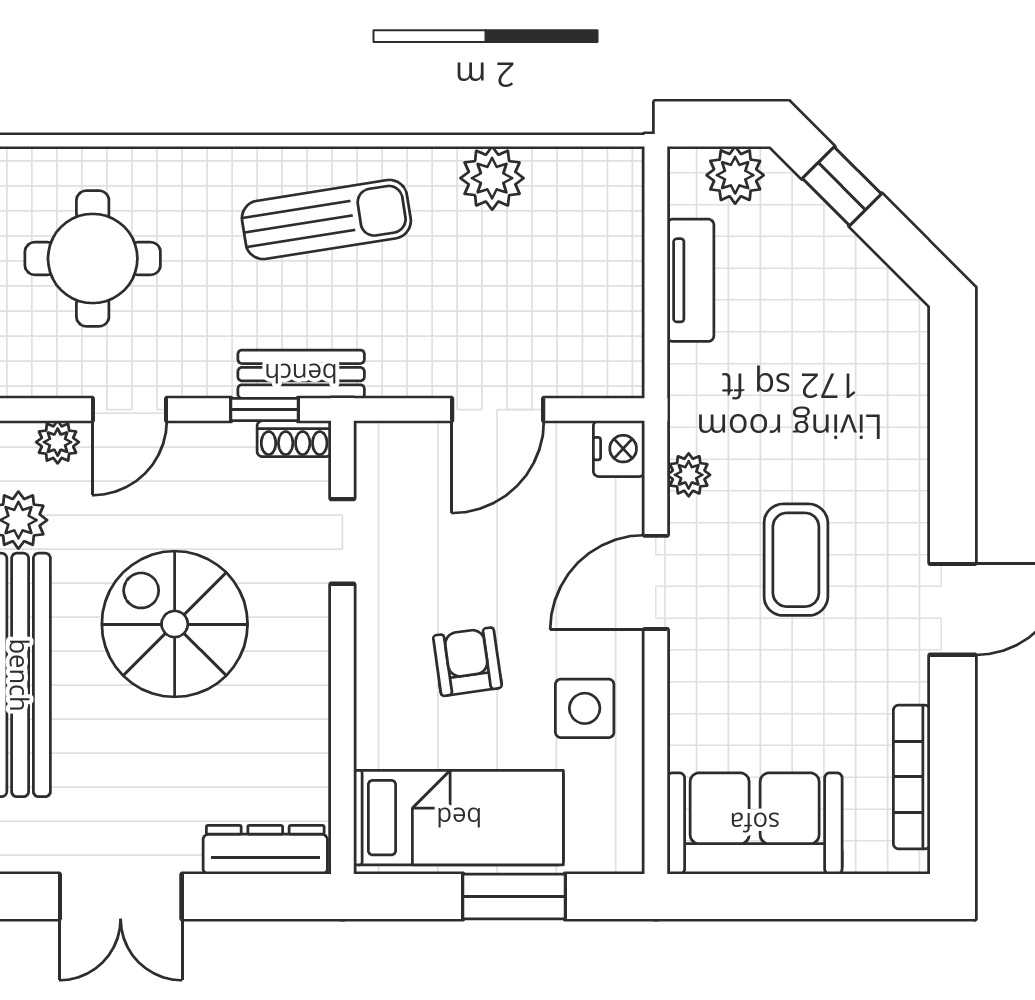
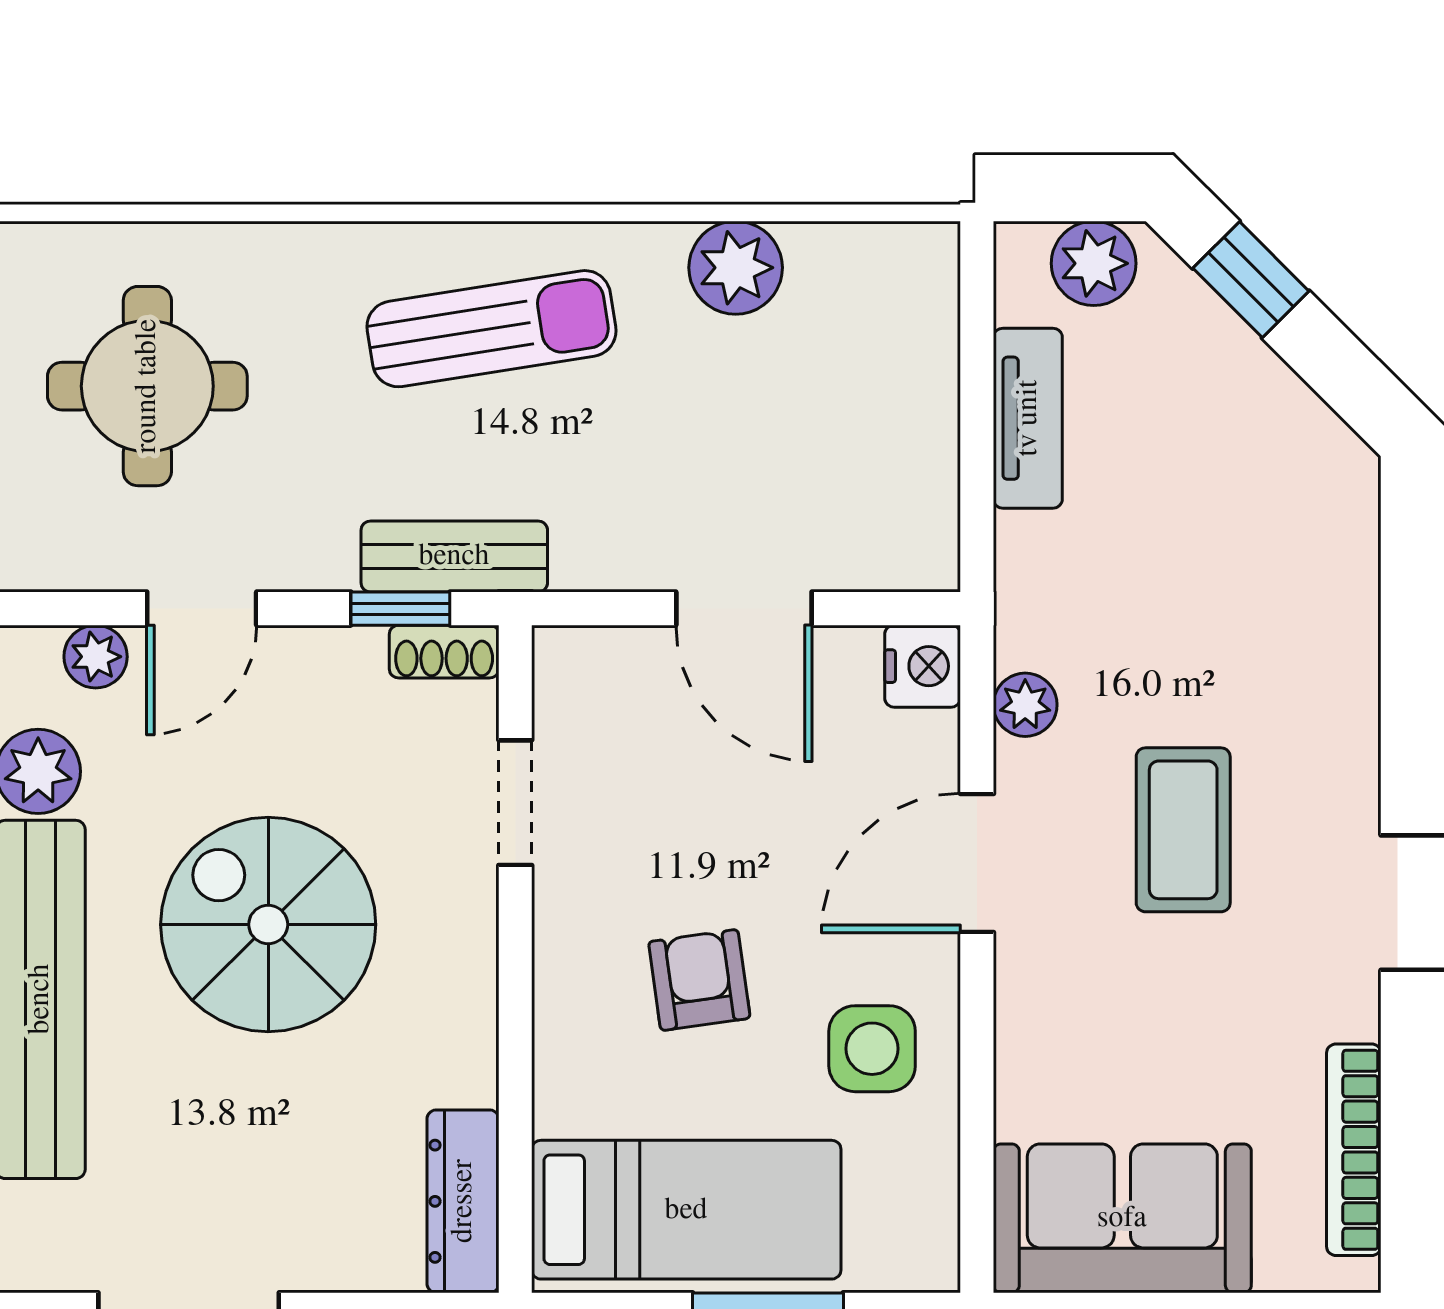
door: (498, 410) -> (744, 609), hinge flipped
dresser: (265, 850) -> (463, 1201), moved, turned -90

